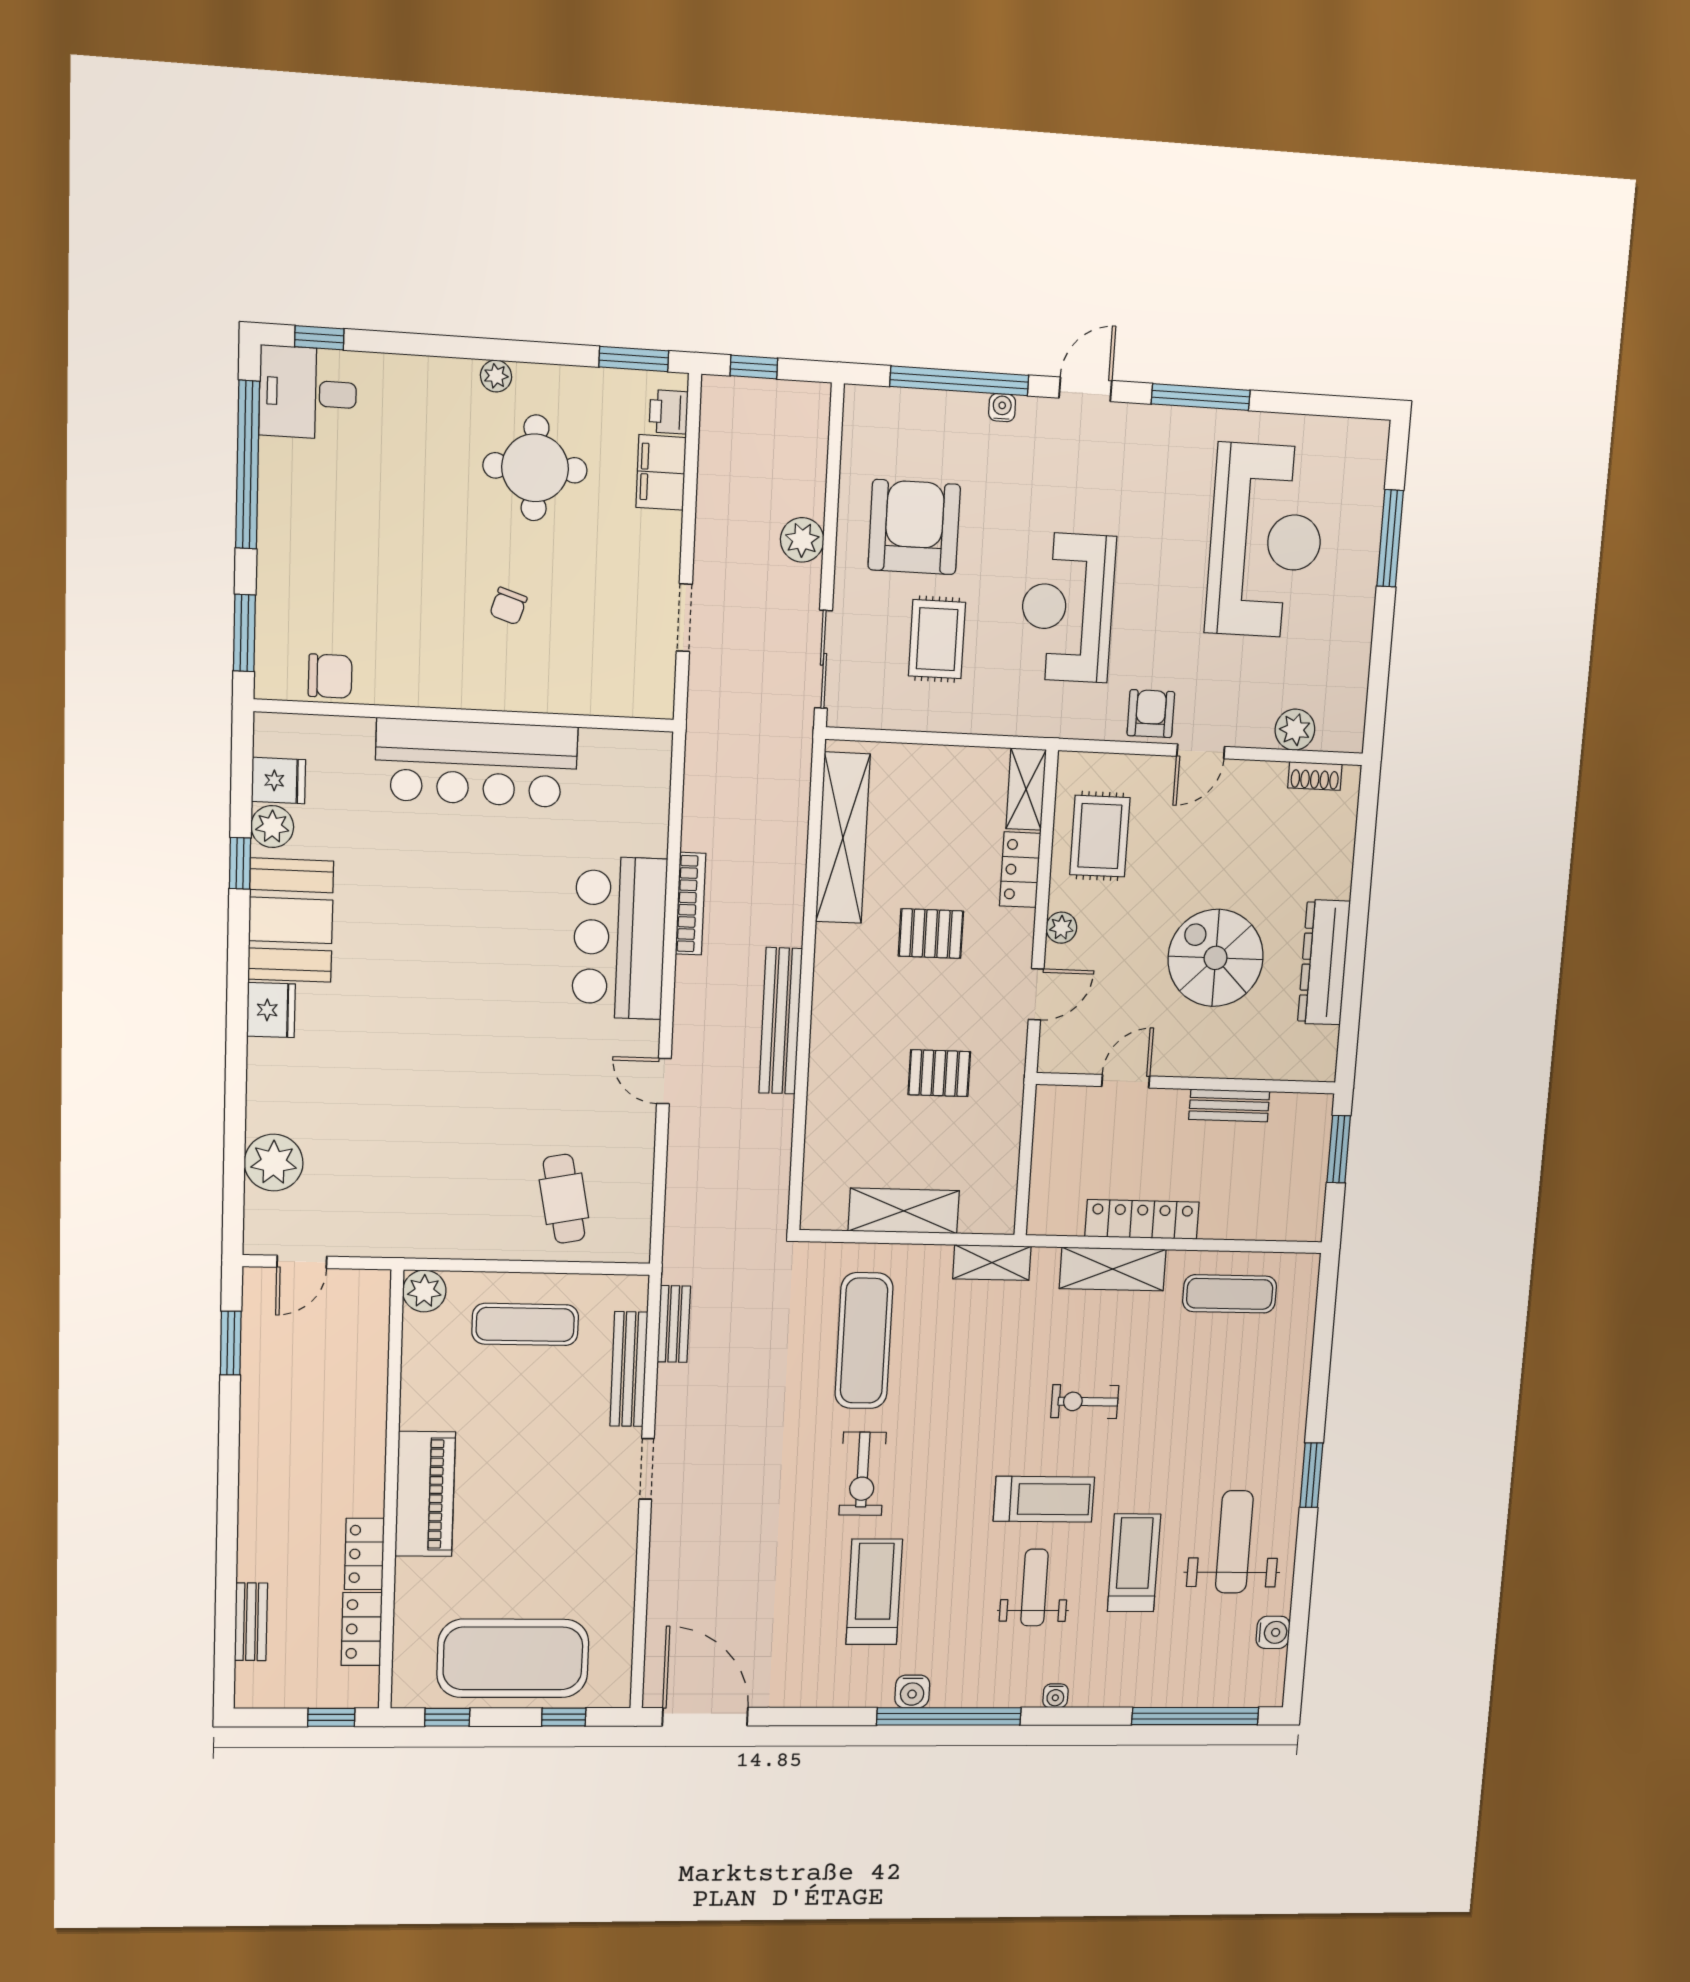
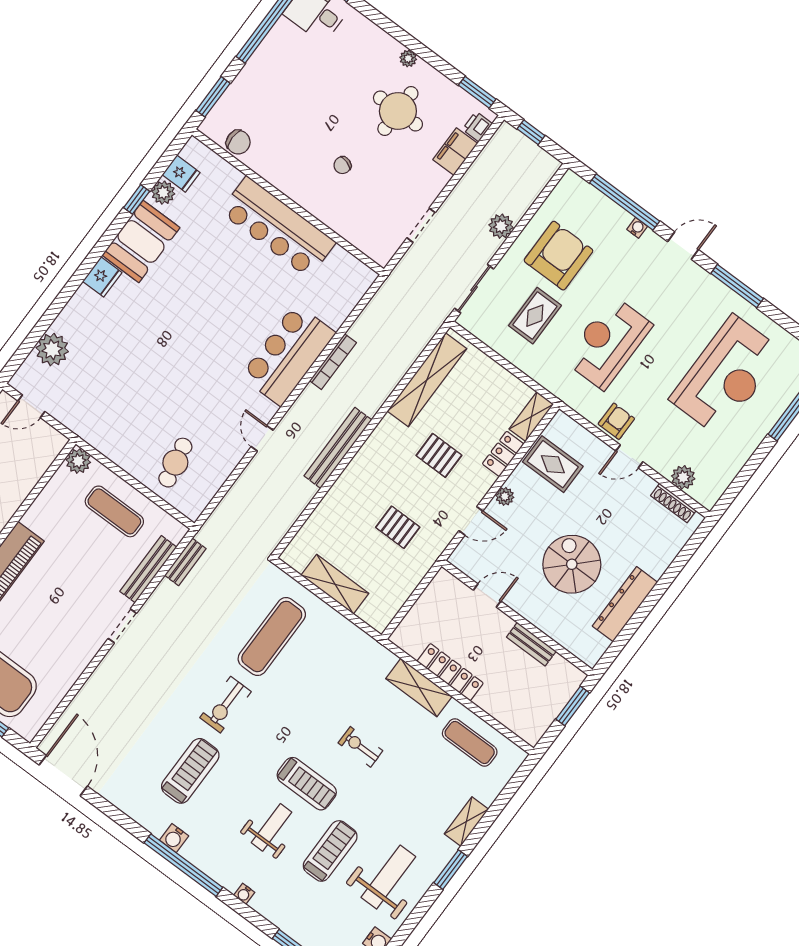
shoe rack: (1315, 776) -> (673, 503), width x1.43
rug: (1100, 836) -> (553, 464), turned 90
shelving: (992, 1263) -> (466, 822), moved, turned 90

